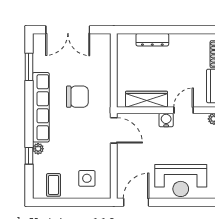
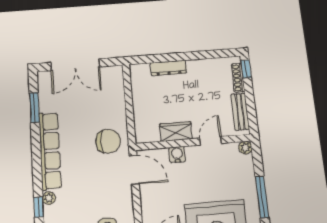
chair: (77, 97) -> (108, 141), moved
wardrobe: (147, 99) -> (176, 131), width x0.67
water cooler: (166, 120) -> (177, 154), moved

